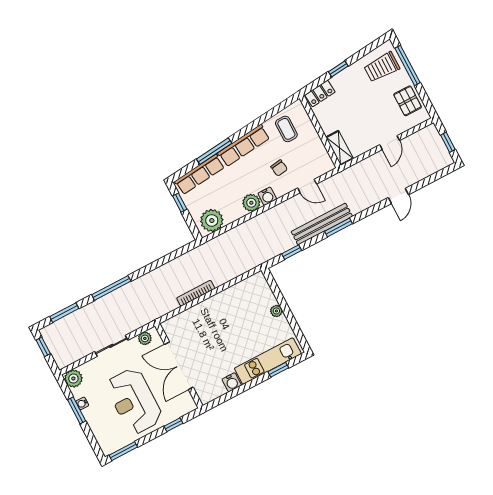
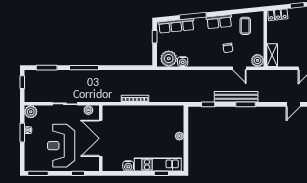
row of seats: (244, 145) -> (219, 22), width x0.68
water cooler: (267, 196) -> (183, 62), moved
plant: (251, 203) -> (257, 60), moved

